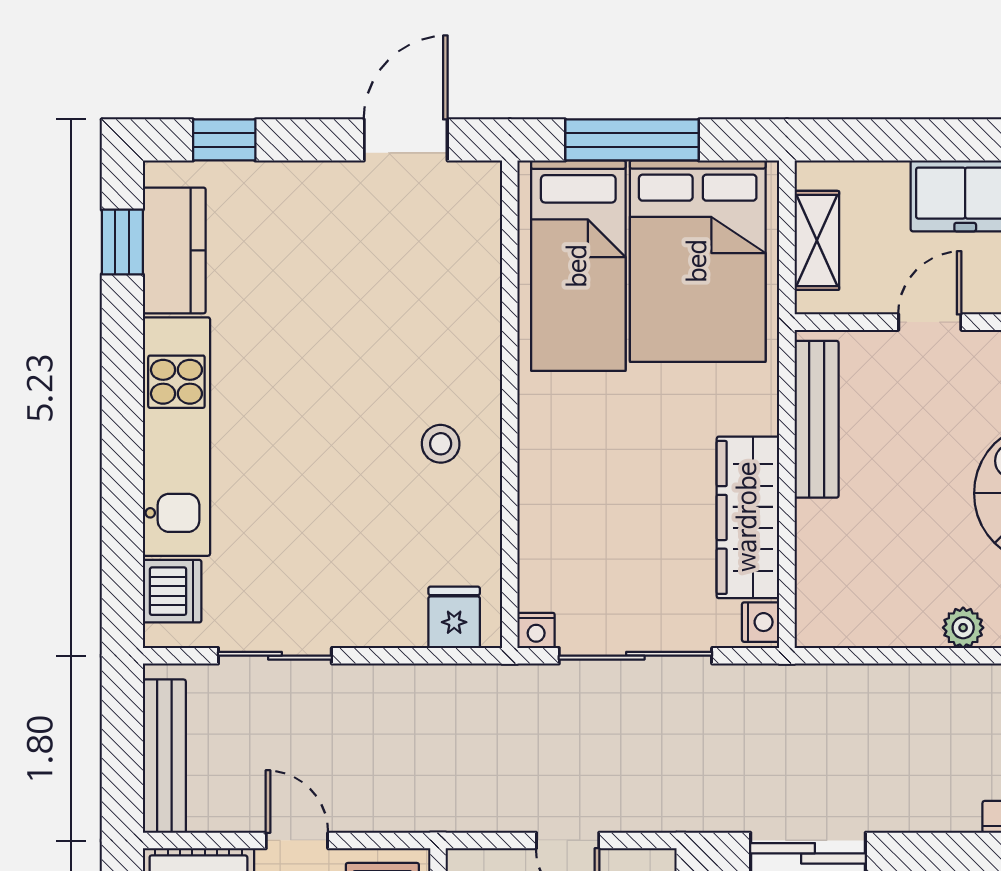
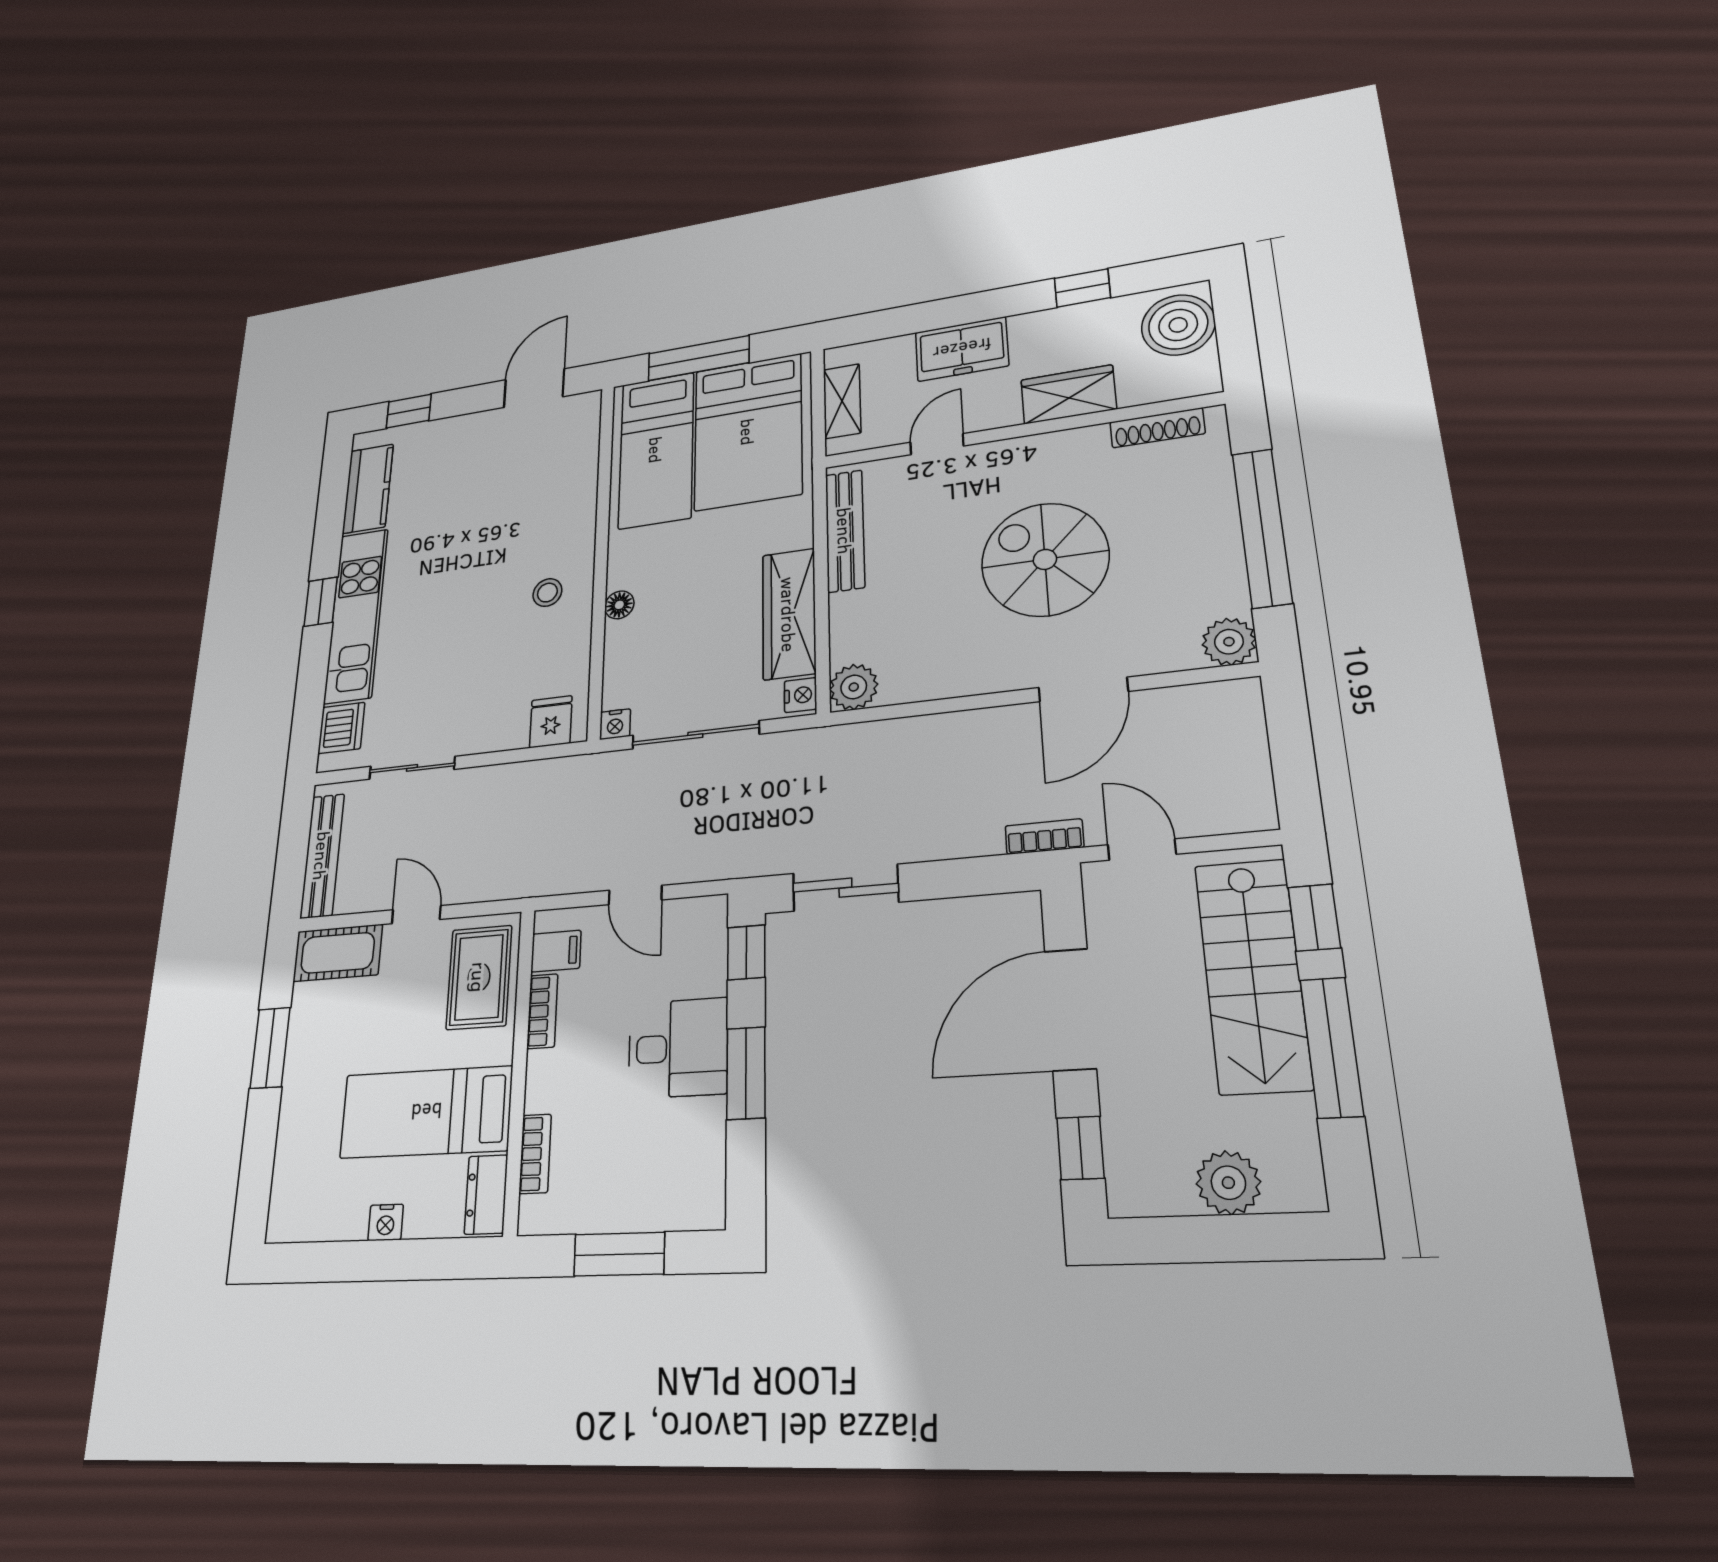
window: (122, 242) -> (321, 602), moved
floor lamp: (536, 475) -> (619, 605), added
plant: (963, 628) -> (854, 687), moved, width x1.38, depth x1.38

